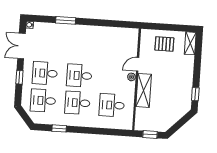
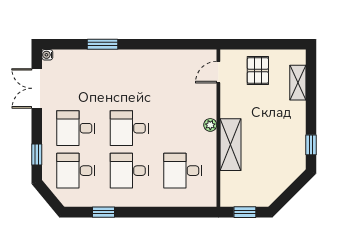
shelving: (190, 43) -> (298, 83), moved
pallet: (164, 44) -> (258, 70), turned 90
door: (138, 64) -> (218, 72), moved
window: (19, 77) -> (37, 154), moved

